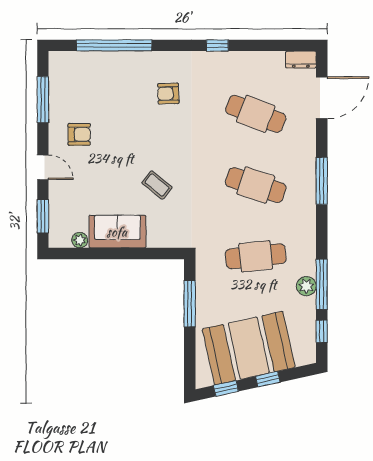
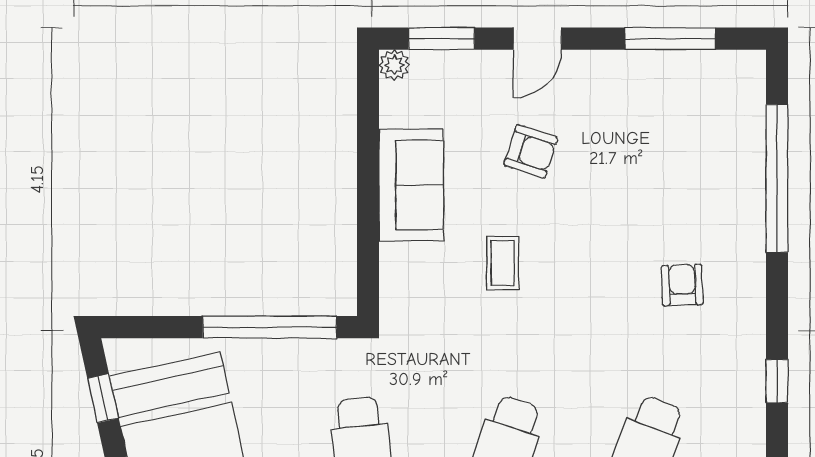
armchair: (79, 134) -> (531, 151), moved, turned -72
coffee table: (157, 185) -> (503, 263), turned -39
plant: (80, 240) -> (394, 65), moved
window: (190, 304) -> (270, 327), width x1.46

